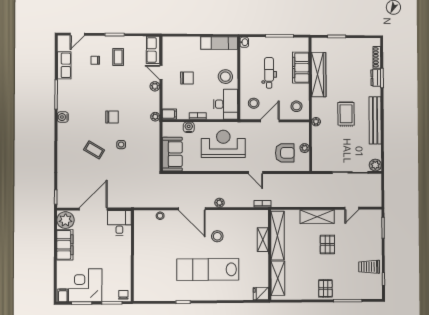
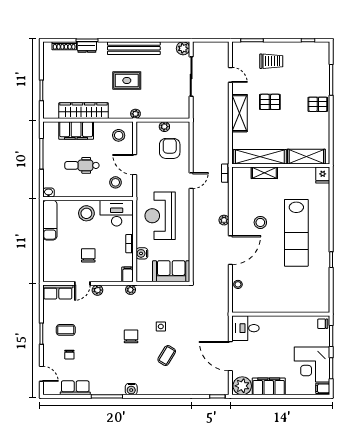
trolley: (369, 267) -> (271, 61), moved, turned -90

